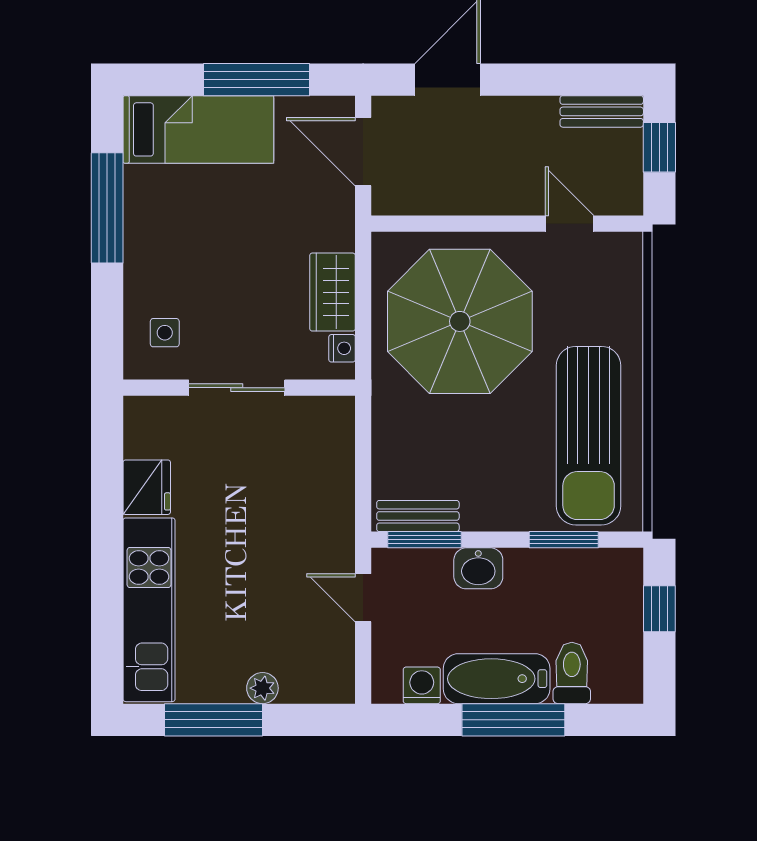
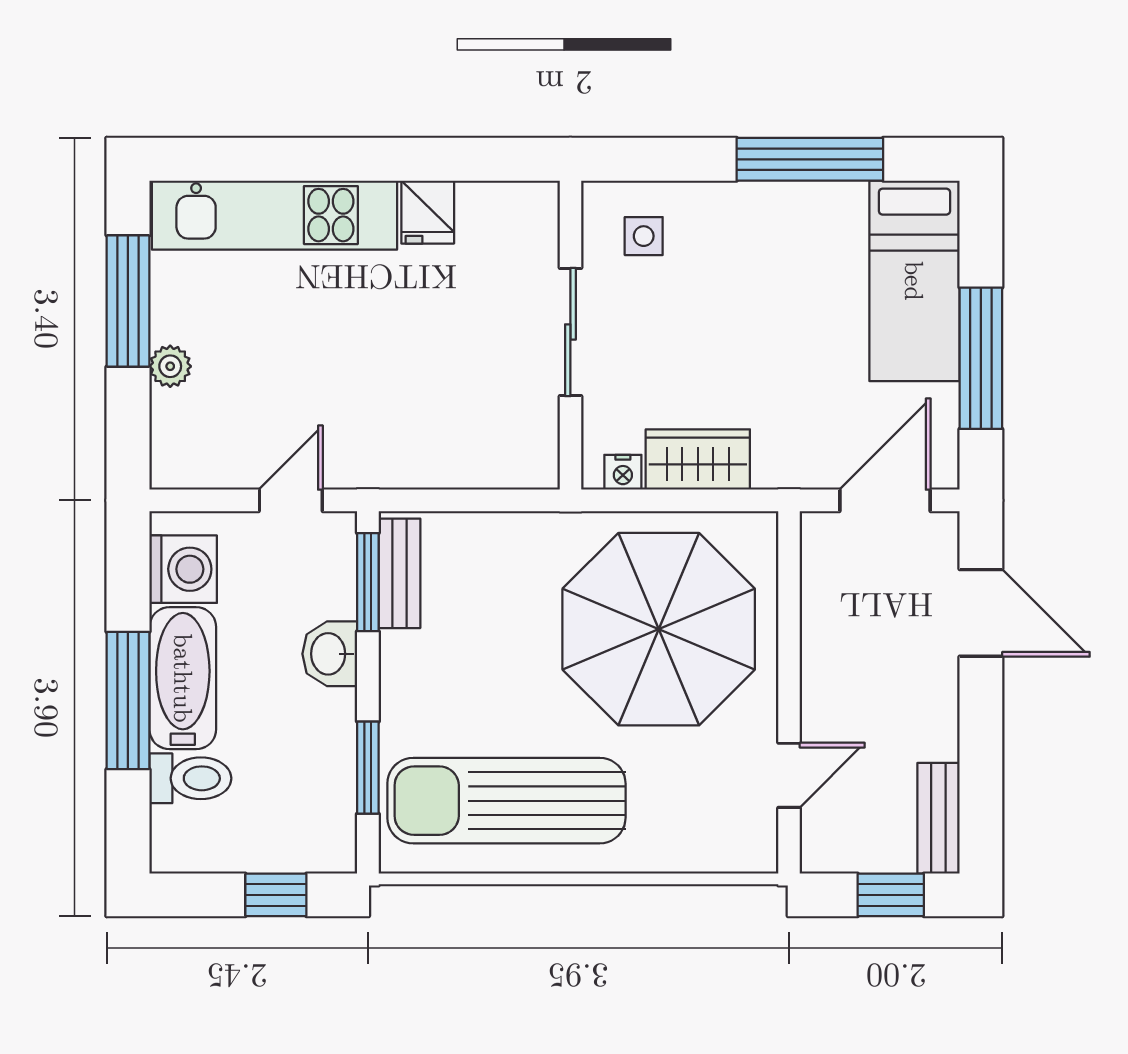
fridge: (147, 487) -> (428, 212), width x0.72
washing machine: (422, 685) -> (183, 569), width x1.38, depth x1.38

